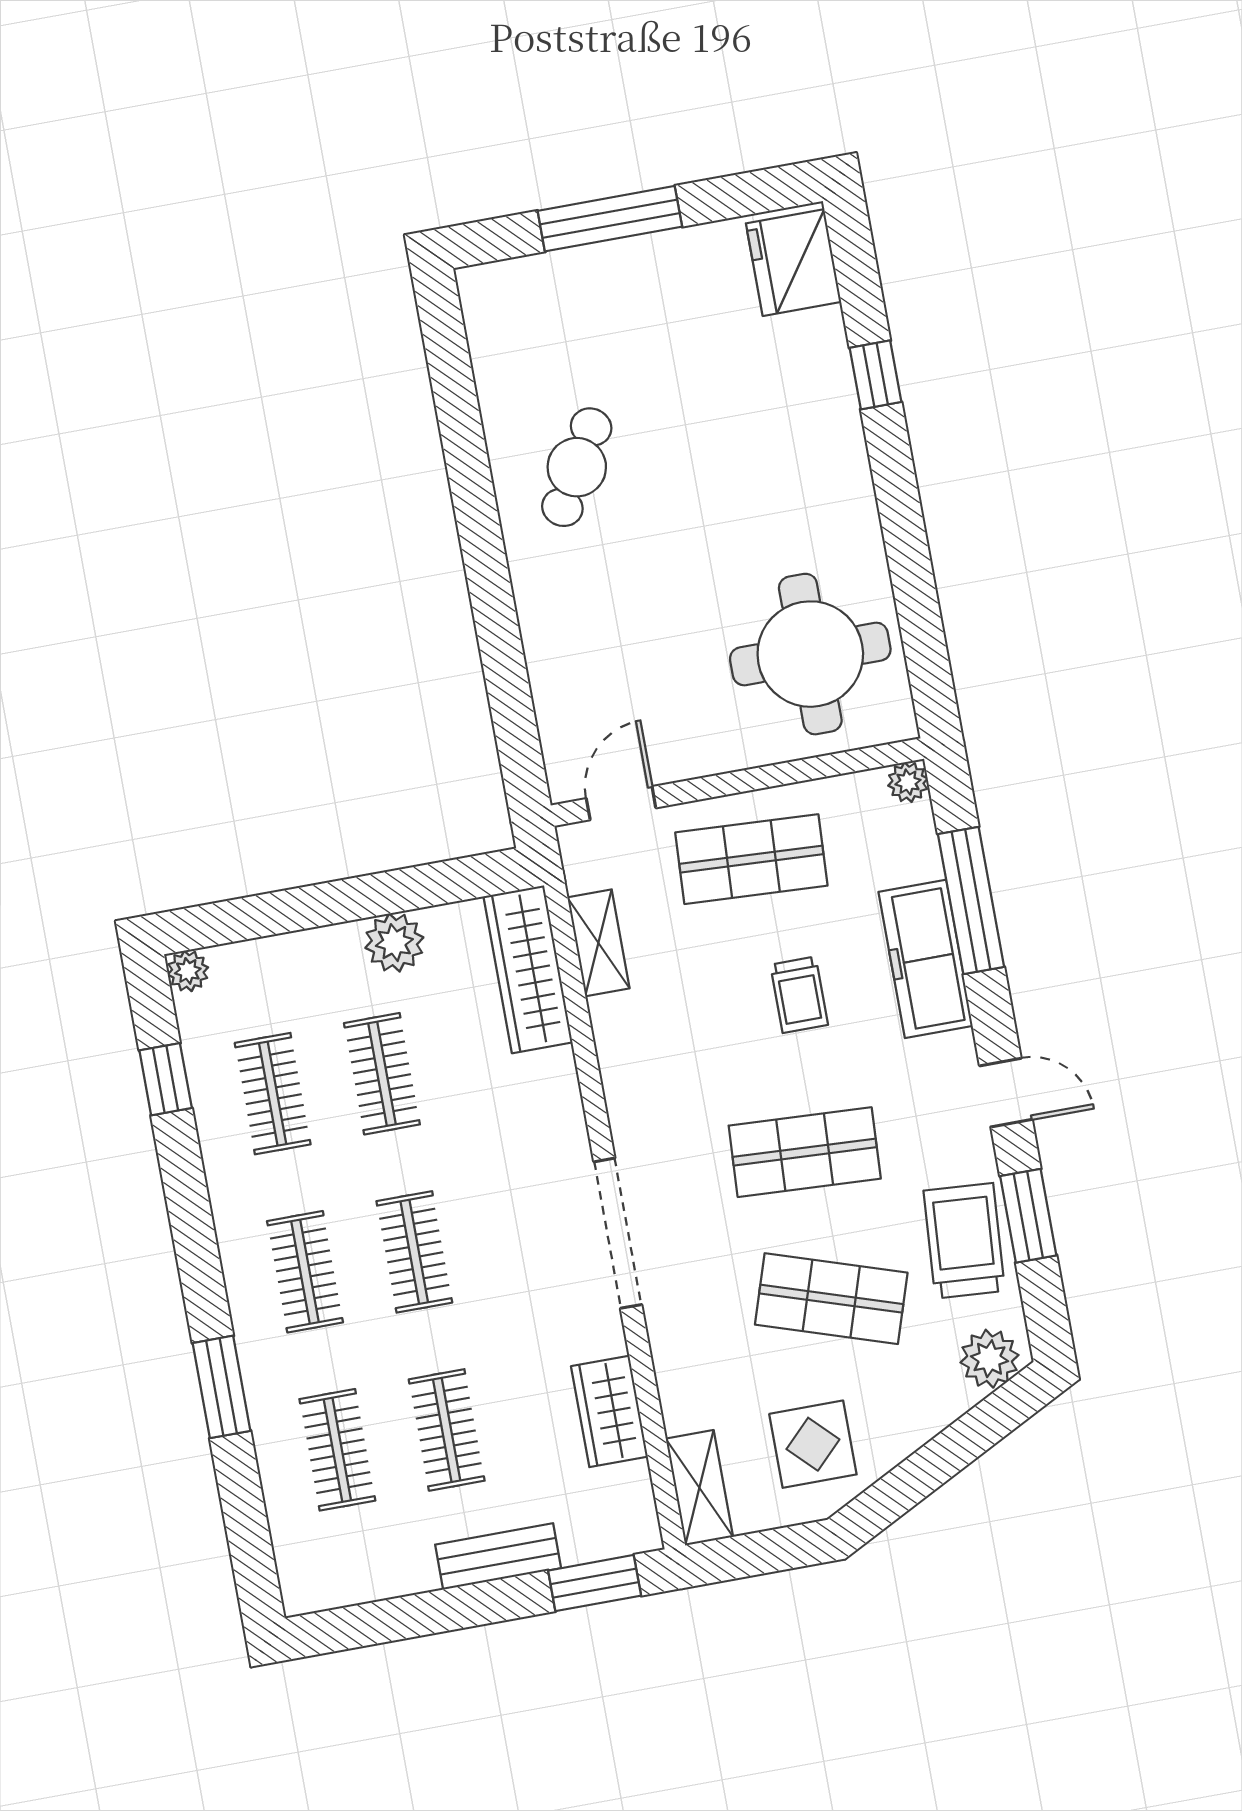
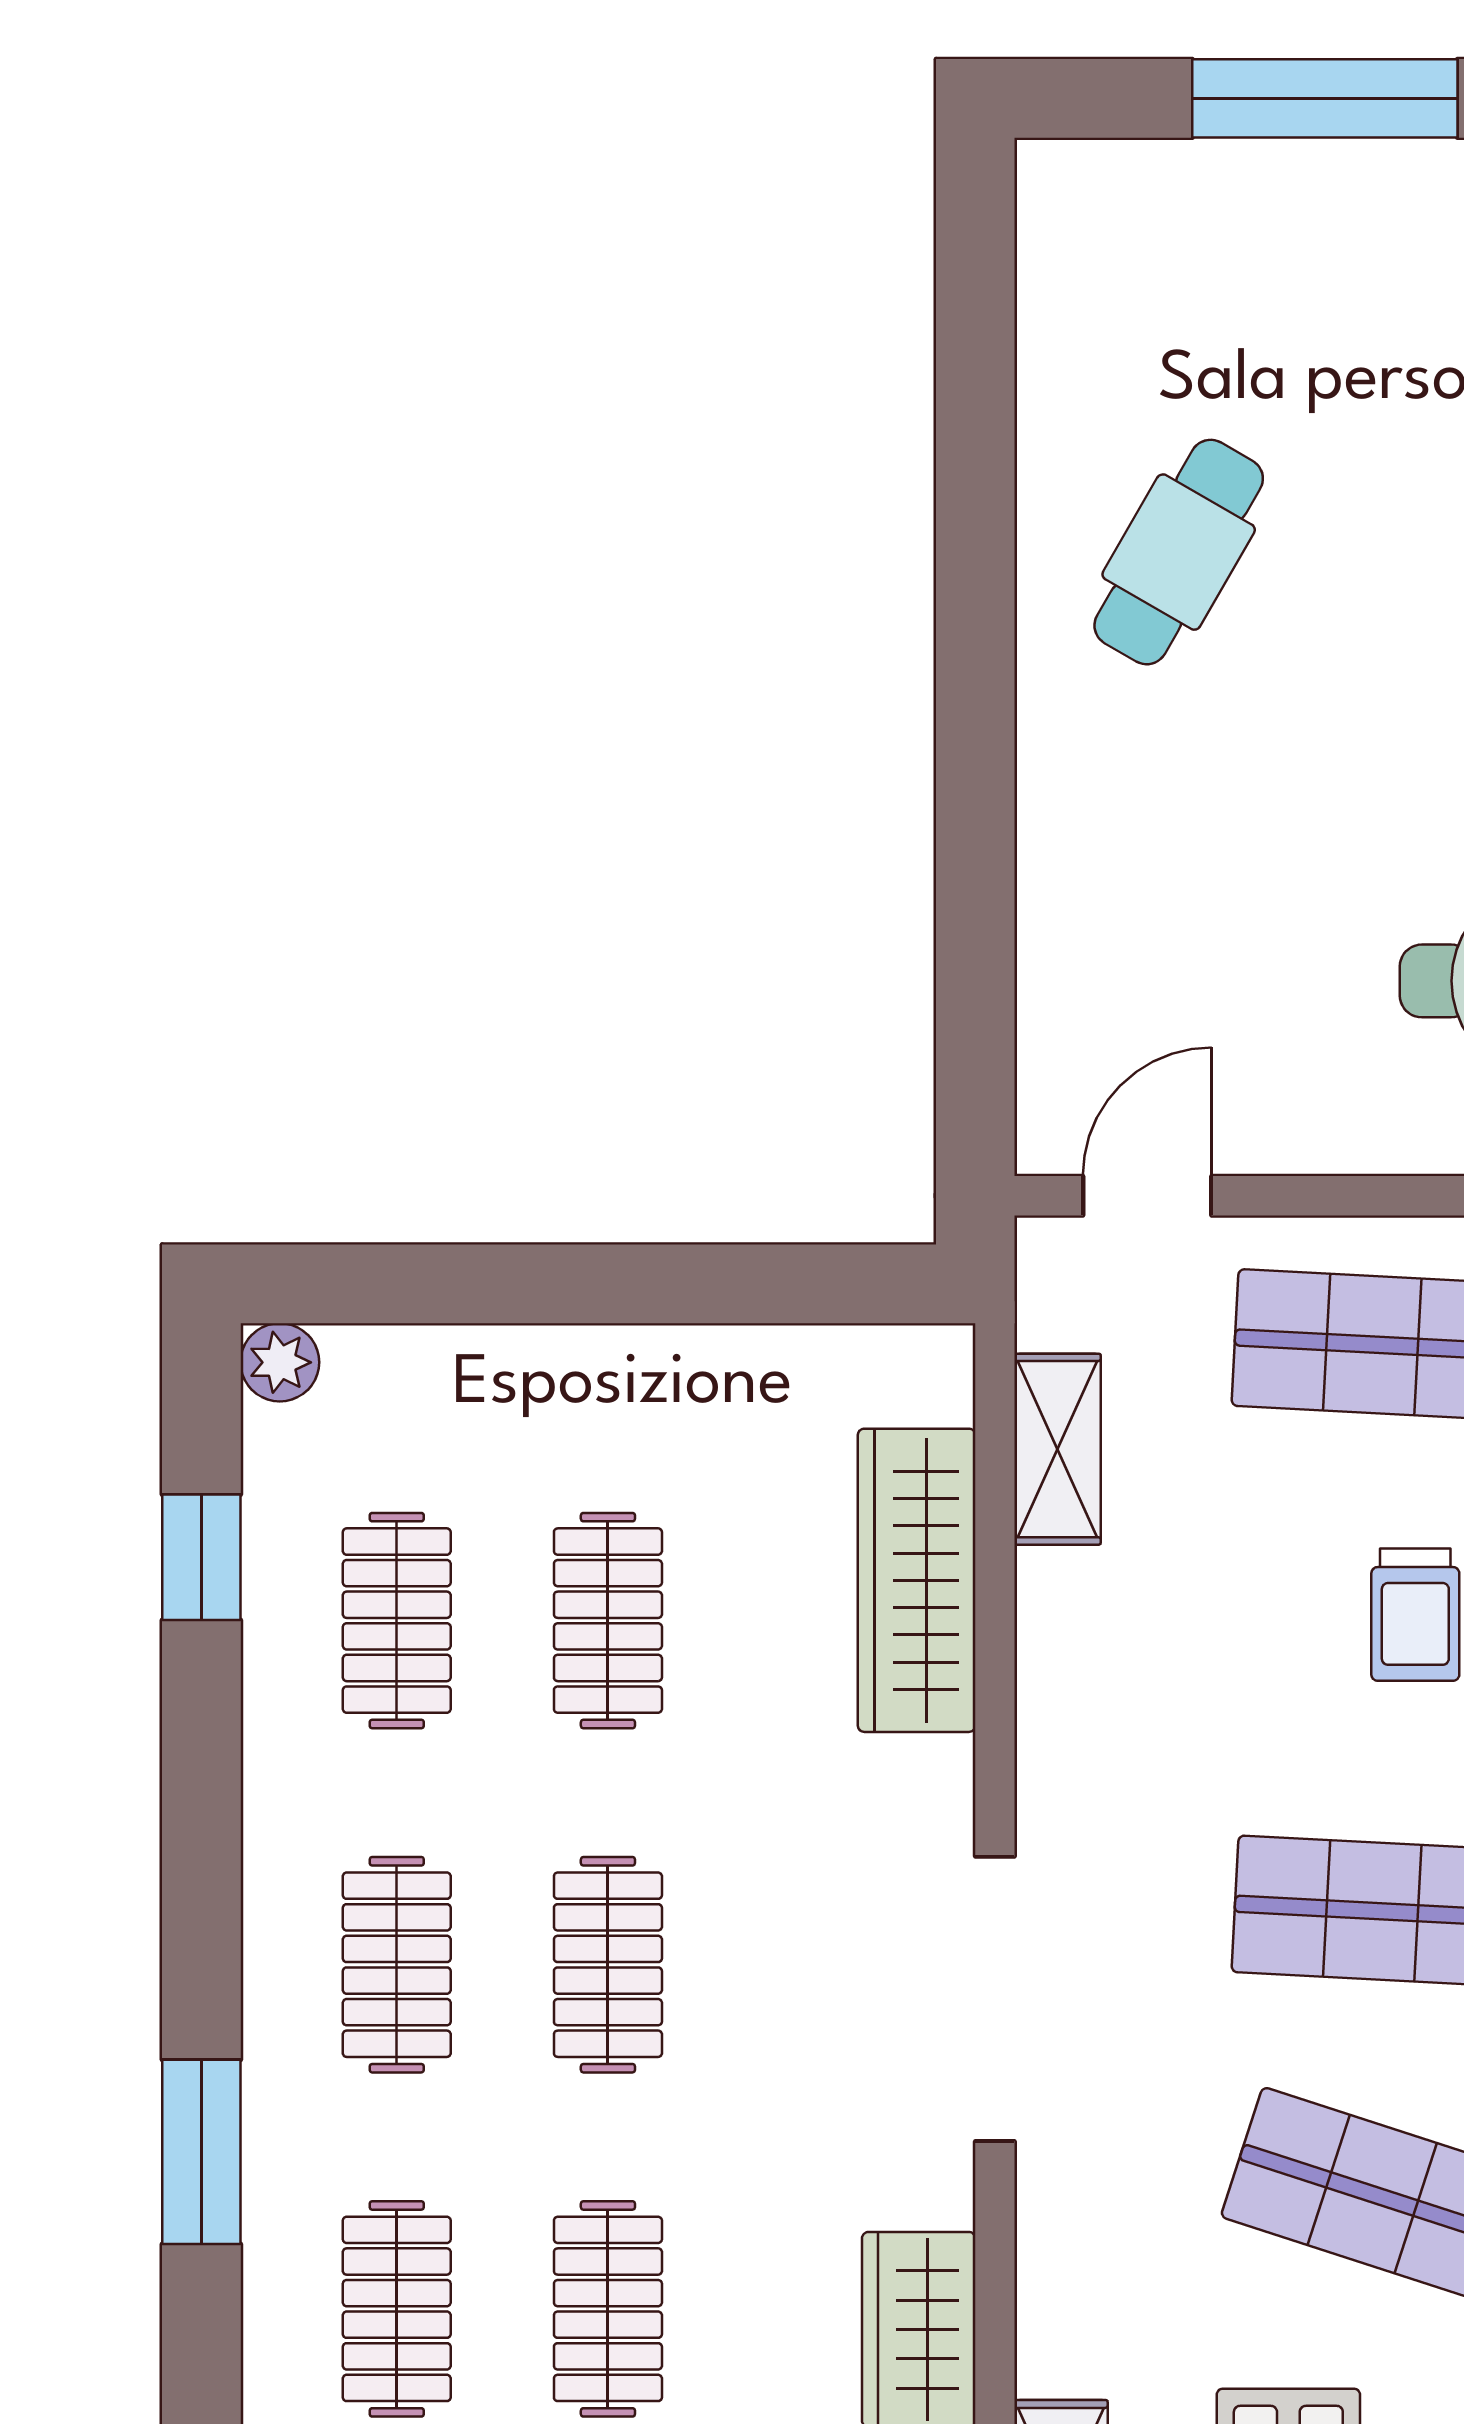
plant: (394, 943) -> (676, 1379), removed
wardrobe: (528, 969) -> (917, 1580), moved

